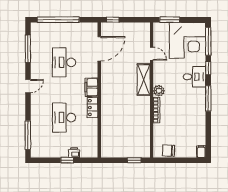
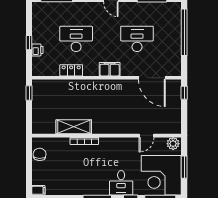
window: (170, 20) -> (184, 167), moved
shelving: (144, 80) -> (74, 127), moved
plant: (159, 91) -> (173, 144), moved
locker: (92, 108) -> (71, 70), moved
window: (134, 160) -> (29, 93), moved

